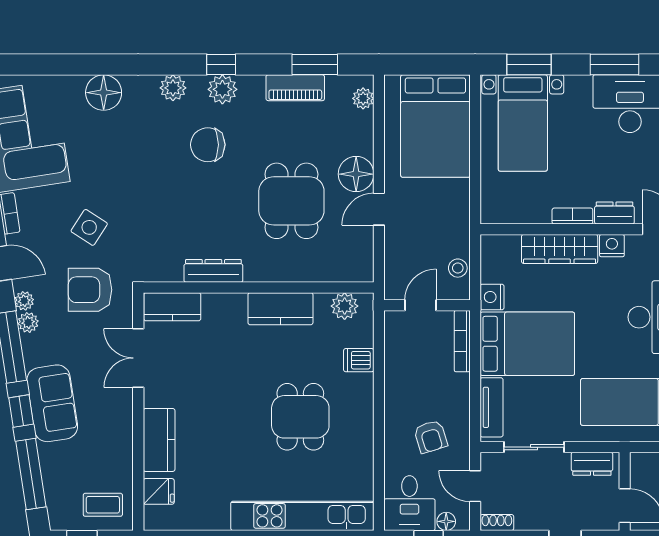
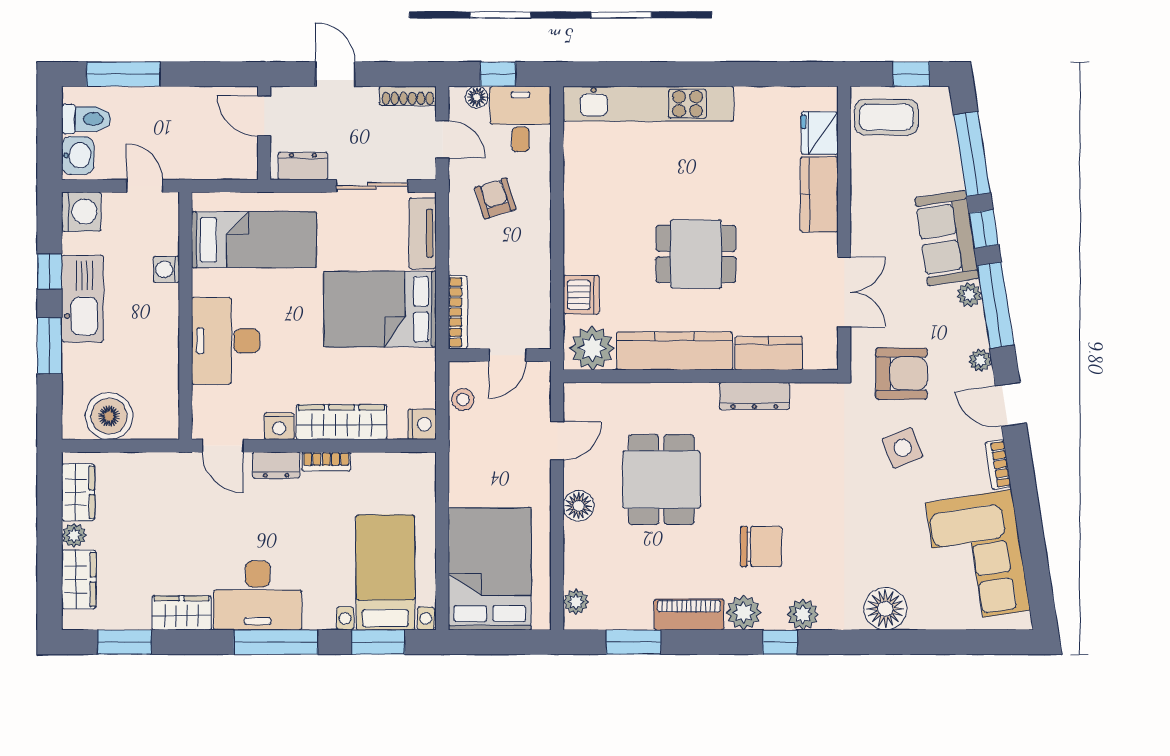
window: (221, 65) -> (780, 642), moved
window: (615, 65) -> (276, 642), width x1.44
piano: (295, 88) -> (689, 614), moved
floor lamp: (356, 174) -> (579, 506), width x0.73, depth x0.73
door: (379, 209) -> (557, 441), moved
side table: (89, 227) -> (903, 448), turned 35
nightstand: (492, 297) -> (422, 424), moved
plant: (345, 306) -> (592, 348), width x1.36, depth x1.36
kitchen counter: (172, 307) -> (769, 353), moved
kitchen counter: (280, 309) -> (674, 351), width x1.50
plant: (28, 322) -> (969, 295), moved
dishwasher: (359, 360) -> (581, 295), width x1.38
dining table: (300, 417) -> (696, 254), moved, turned 90
fridge: (159, 491) -> (820, 133), width x1.38
coffee table: (103, 505) -> (886, 117), width x1.36, depth x1.30
shoe rack: (497, 523) -> (408, 96), width x1.43

